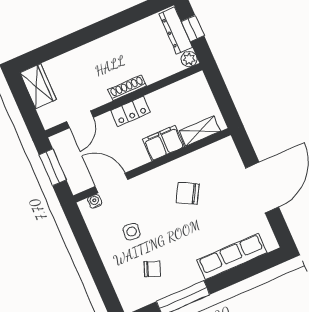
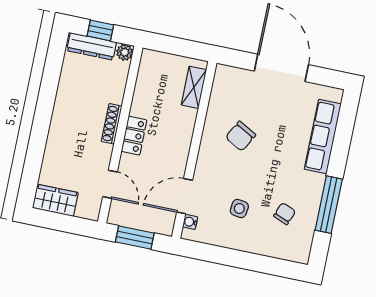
filing cabinet: (163, 143) -> (182, 126), removed

